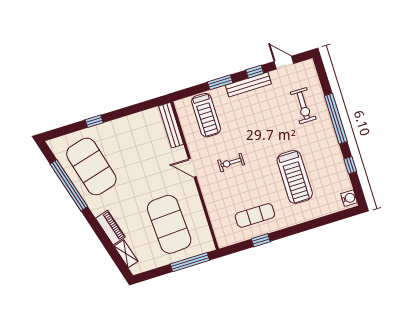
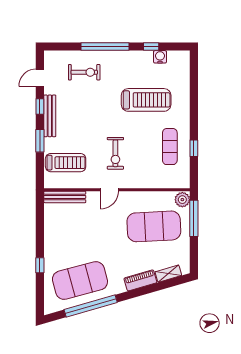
exercise bike: (231, 163) -> (115, 153), width x1.38, depth x1.39
water cooler: (349, 198) -> (160, 57), moved
plant: (205, 245) -> (182, 200), added

